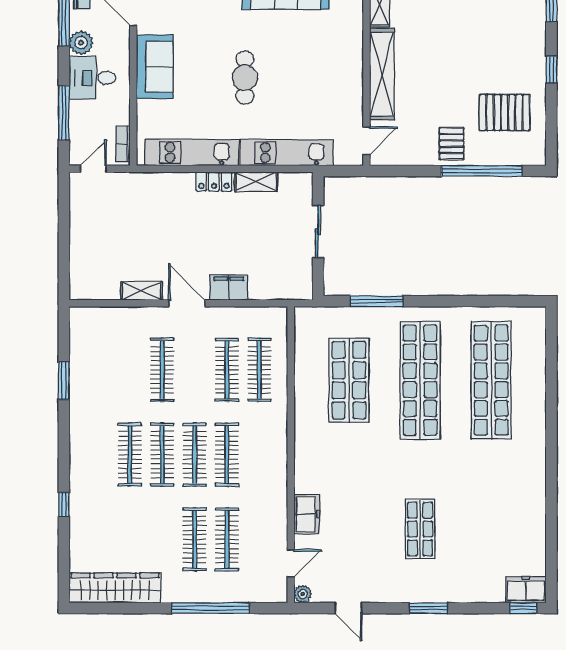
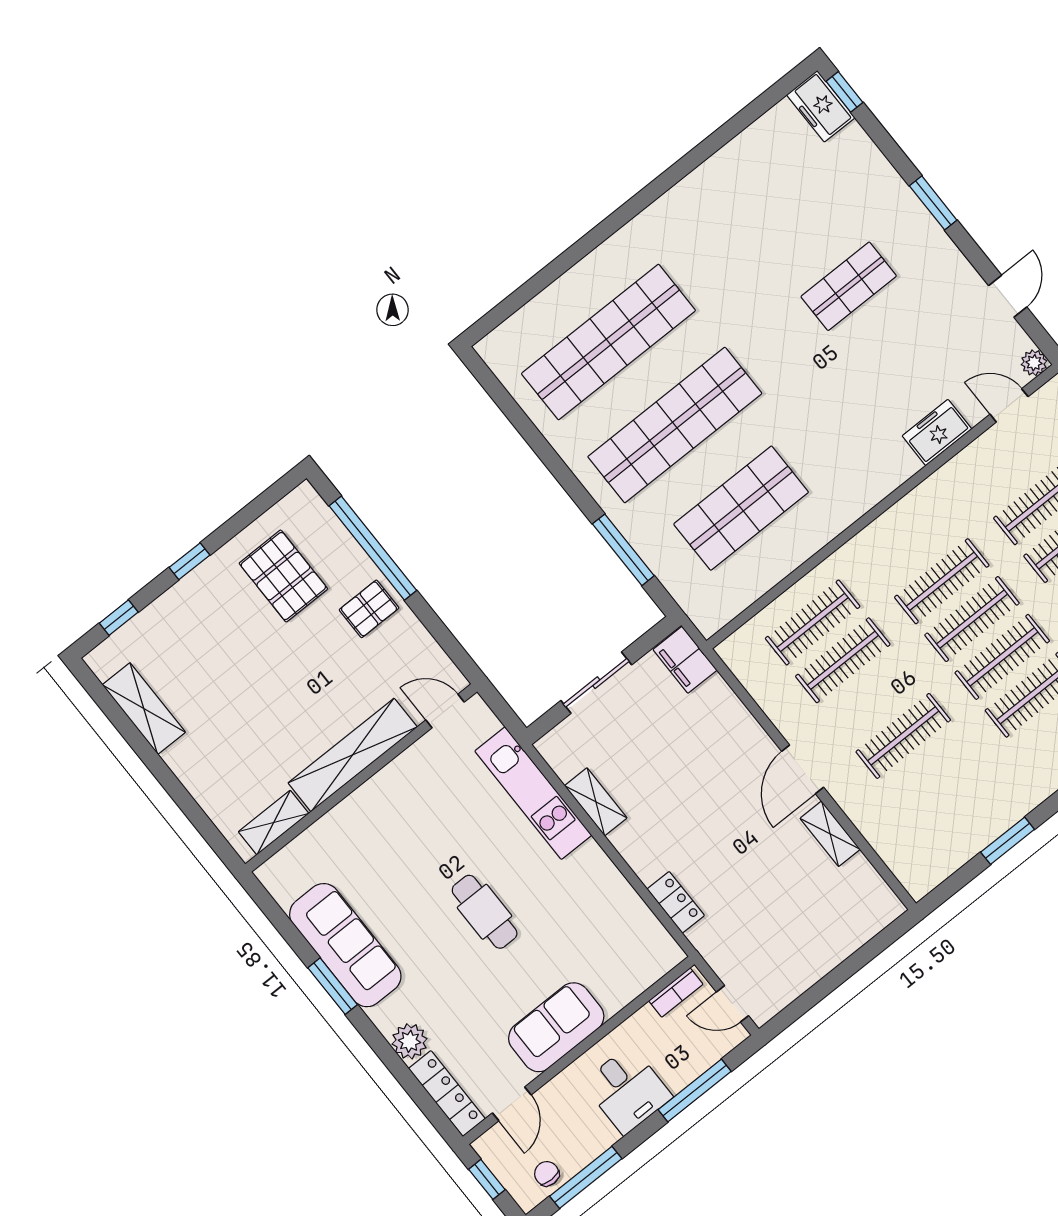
plant: (81, 43) -> (597, 1136), removed
cafe table: (245, 78) -> (485, 912), turned 90
kitchen unit: (192, 152) -> (622, 904), removed
locker: (214, 182) -> (676, 902), moved
filing cabinet: (229, 288) -> (685, 660), moved

